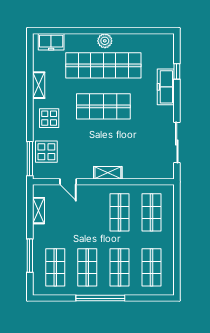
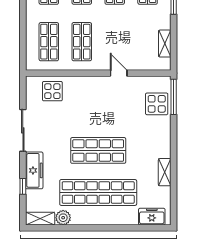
plant: (105, 41) -> (63, 218), moved
display table: (49, 118) -> (52, 91), moved
sliding door: (177, 142) -> (23, 130), moved
shelving: (108, 173) -> (40, 219), moved
door: (68, 182) -> (119, 73), moved

